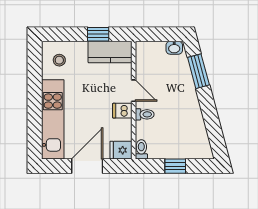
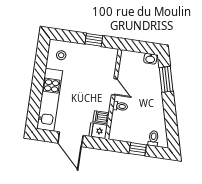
kitchen counter: (110, 52) -> (101, 55), removed
dishwasher: (122, 111) -> (101, 117), moved
toilet: (141, 149) -> (153, 138), moved
door: (87, 166) -> (70, 139), swing flipped

